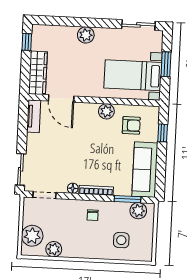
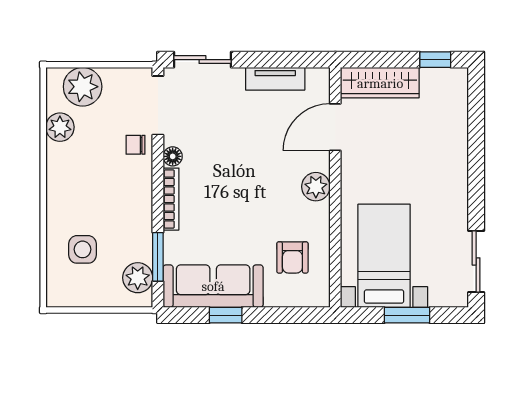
plant: (86, 35) -> (453, 166), removed
plant: (106, 111) -> (316, 187), moved
tv unit: (34, 116) -> (275, 79), moved
window: (163, 133) -> (226, 315), moved
doorway: (44, 195) -> (158, 105), width x1.38
chair: (93, 215) -> (135, 145), moved

